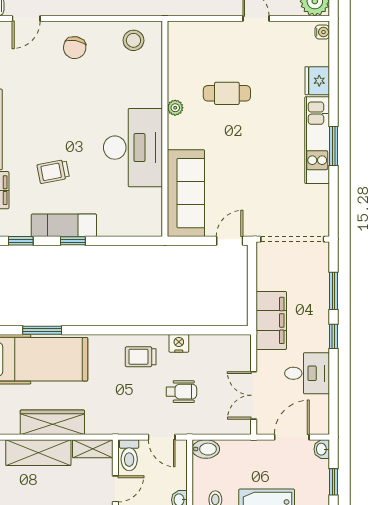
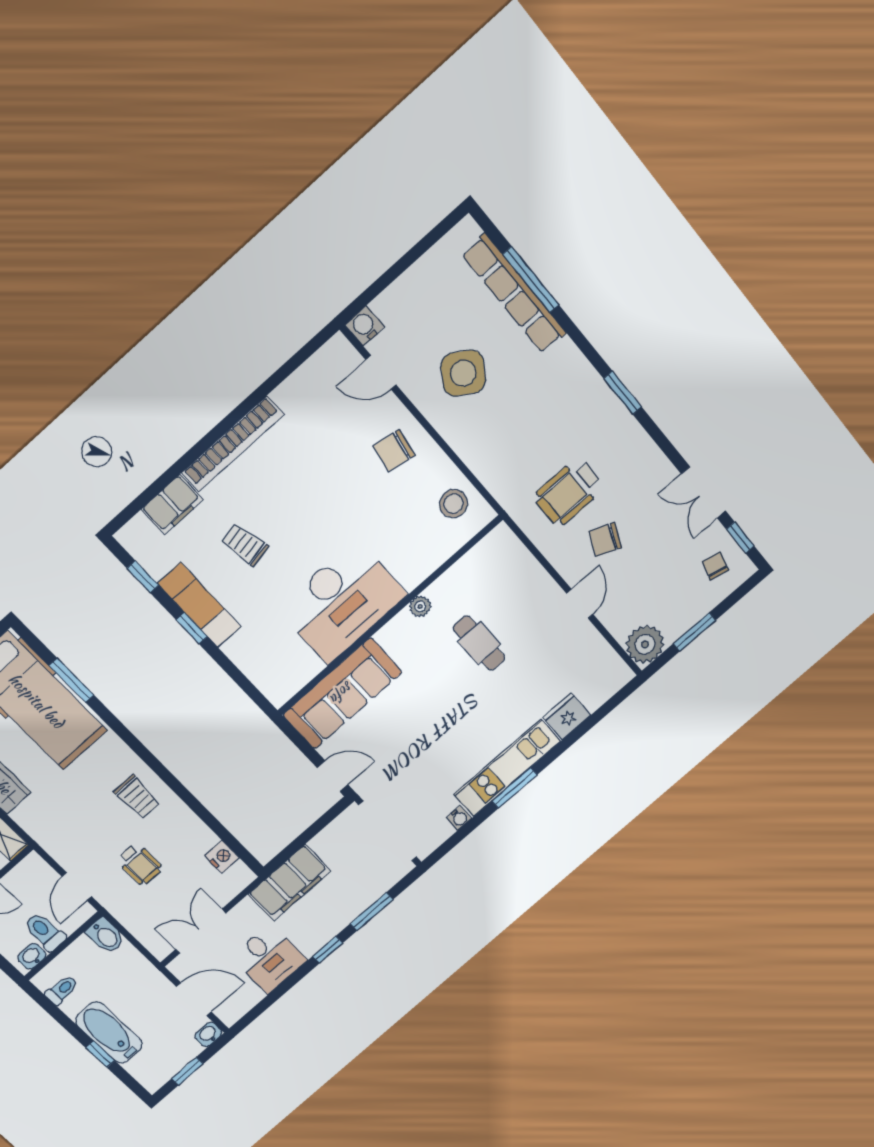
water cooler: (322, 32) -> (459, 818), moved
nightstand: (179, 343) -> (222, 857), moved
trolley: (141, 357) -> (137, 797), turned 180
toilet: (129, 455) -> (45, 932), moved, turned 90

